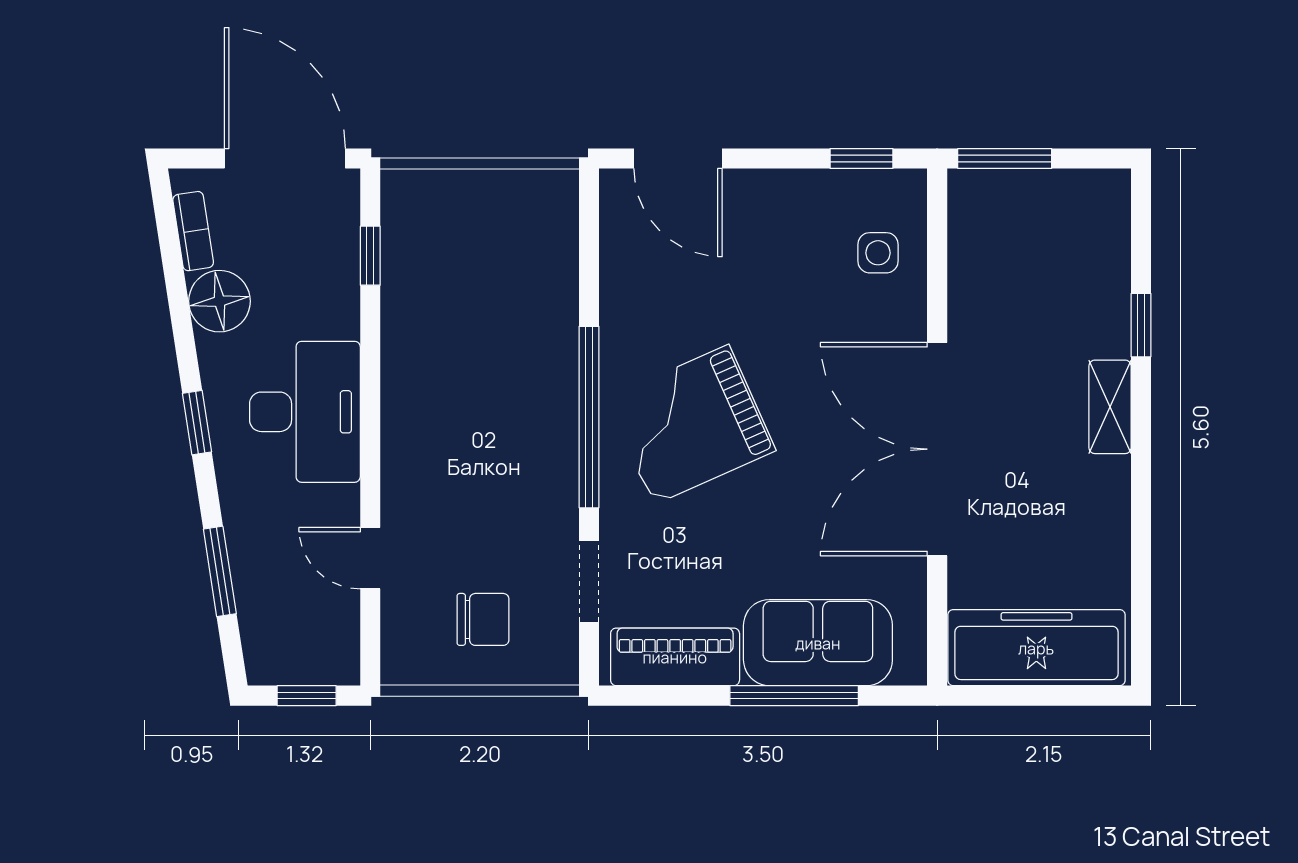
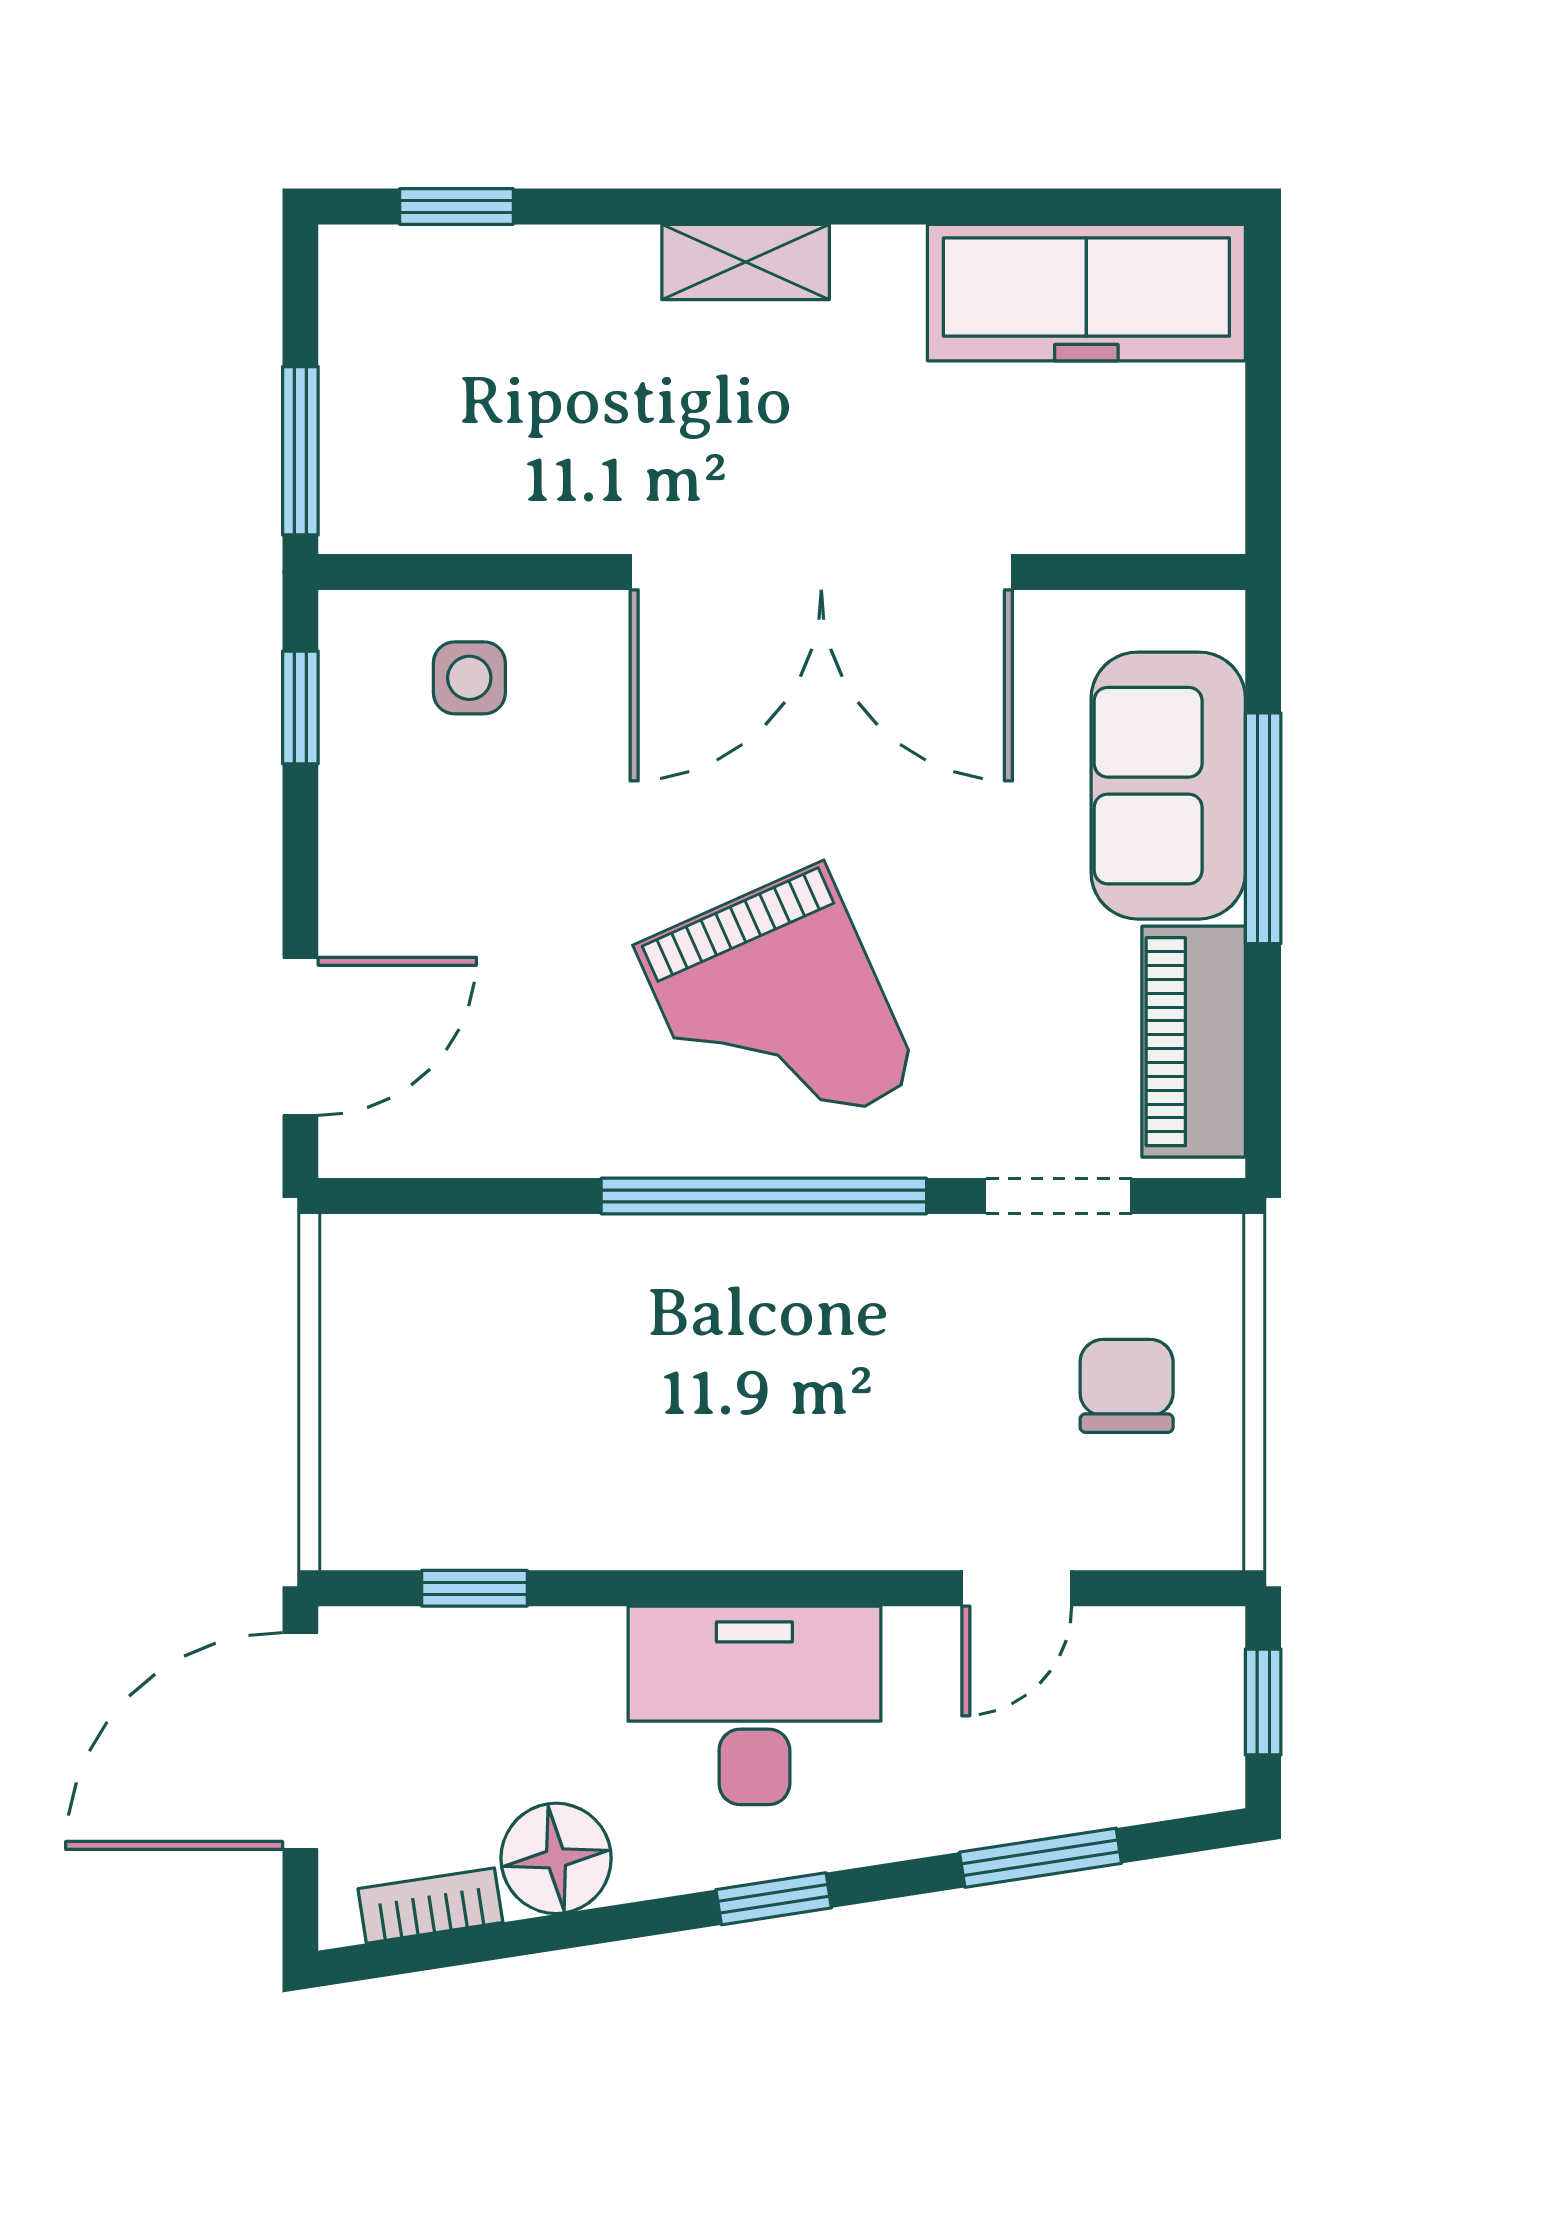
window: (1141, 325) -> (456, 206), moved
freezer: (1036, 648) -> (1086, 293), moved, turned -90

